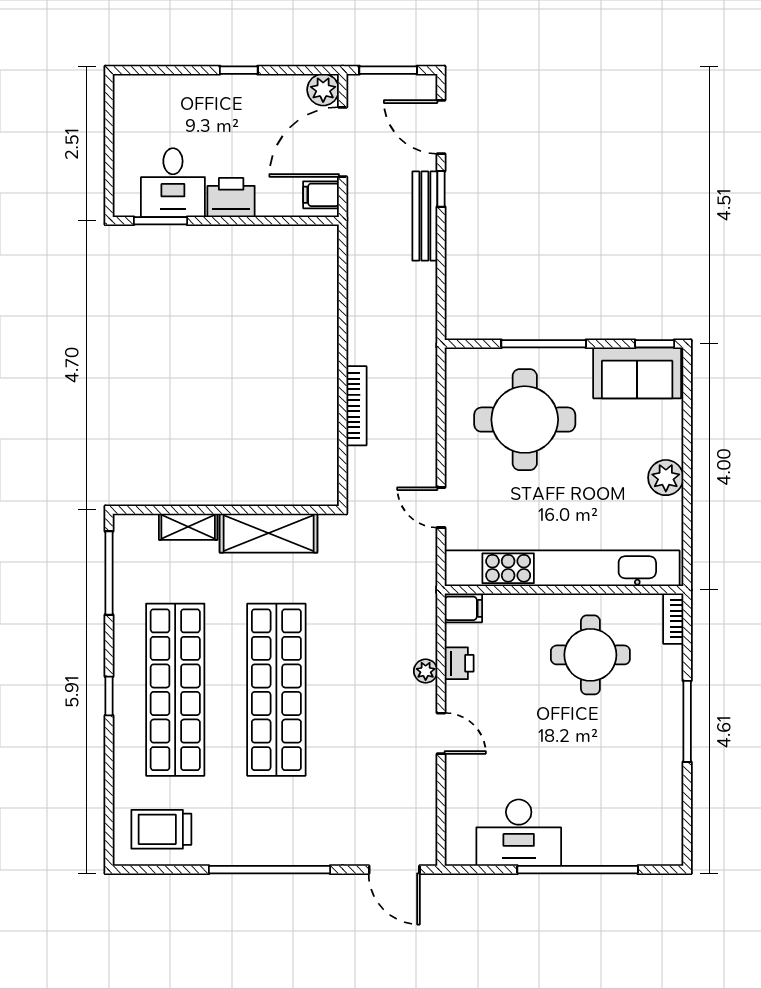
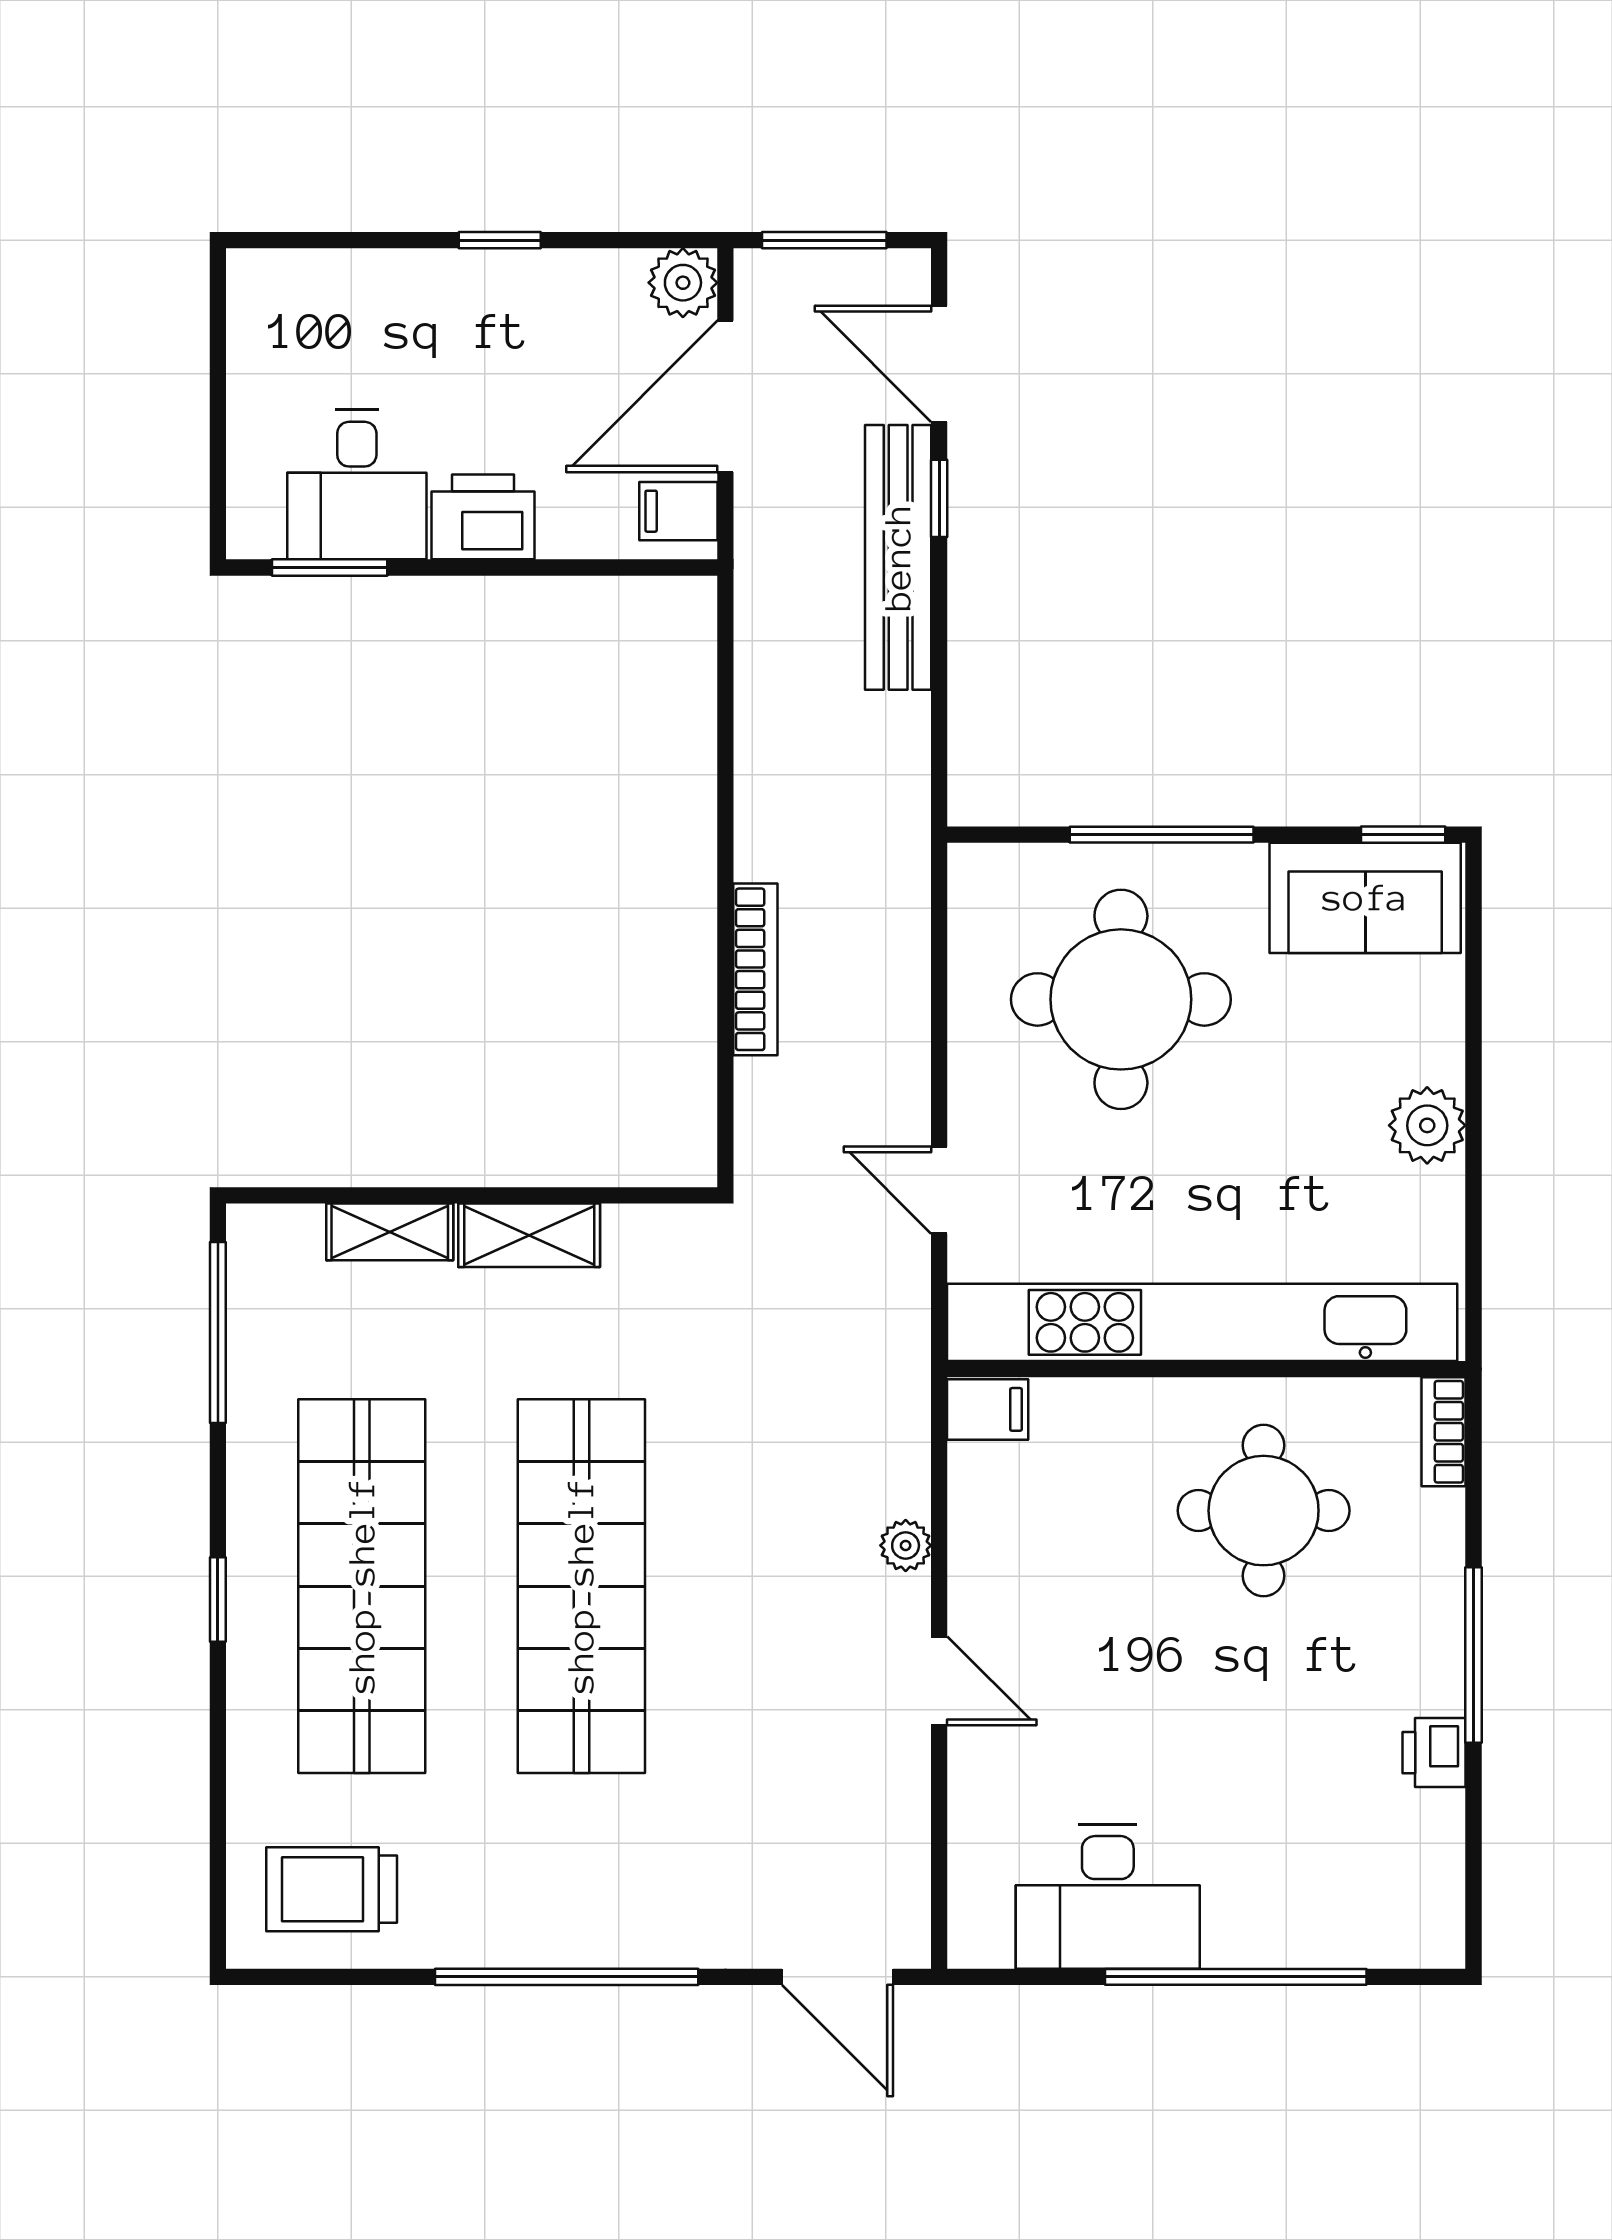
bench: (425, 216) -> (898, 557), width x1.37, depth x1.21
shelving: (269, 533) -> (529, 1235), width x0.67, depth x0.75
printer: (459, 663) -> (1434, 1753), moved, turned 180

